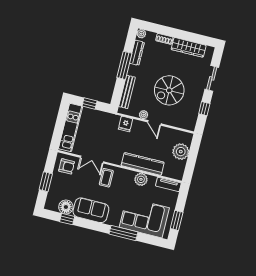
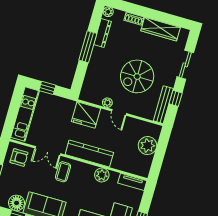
bench: (127, 92) -> (163, 105), moved
fridge: (125, 124) -> (86, 115), width x1.88, depth x1.34
kitchen counter: (143, 164) -> (89, 154), moved

